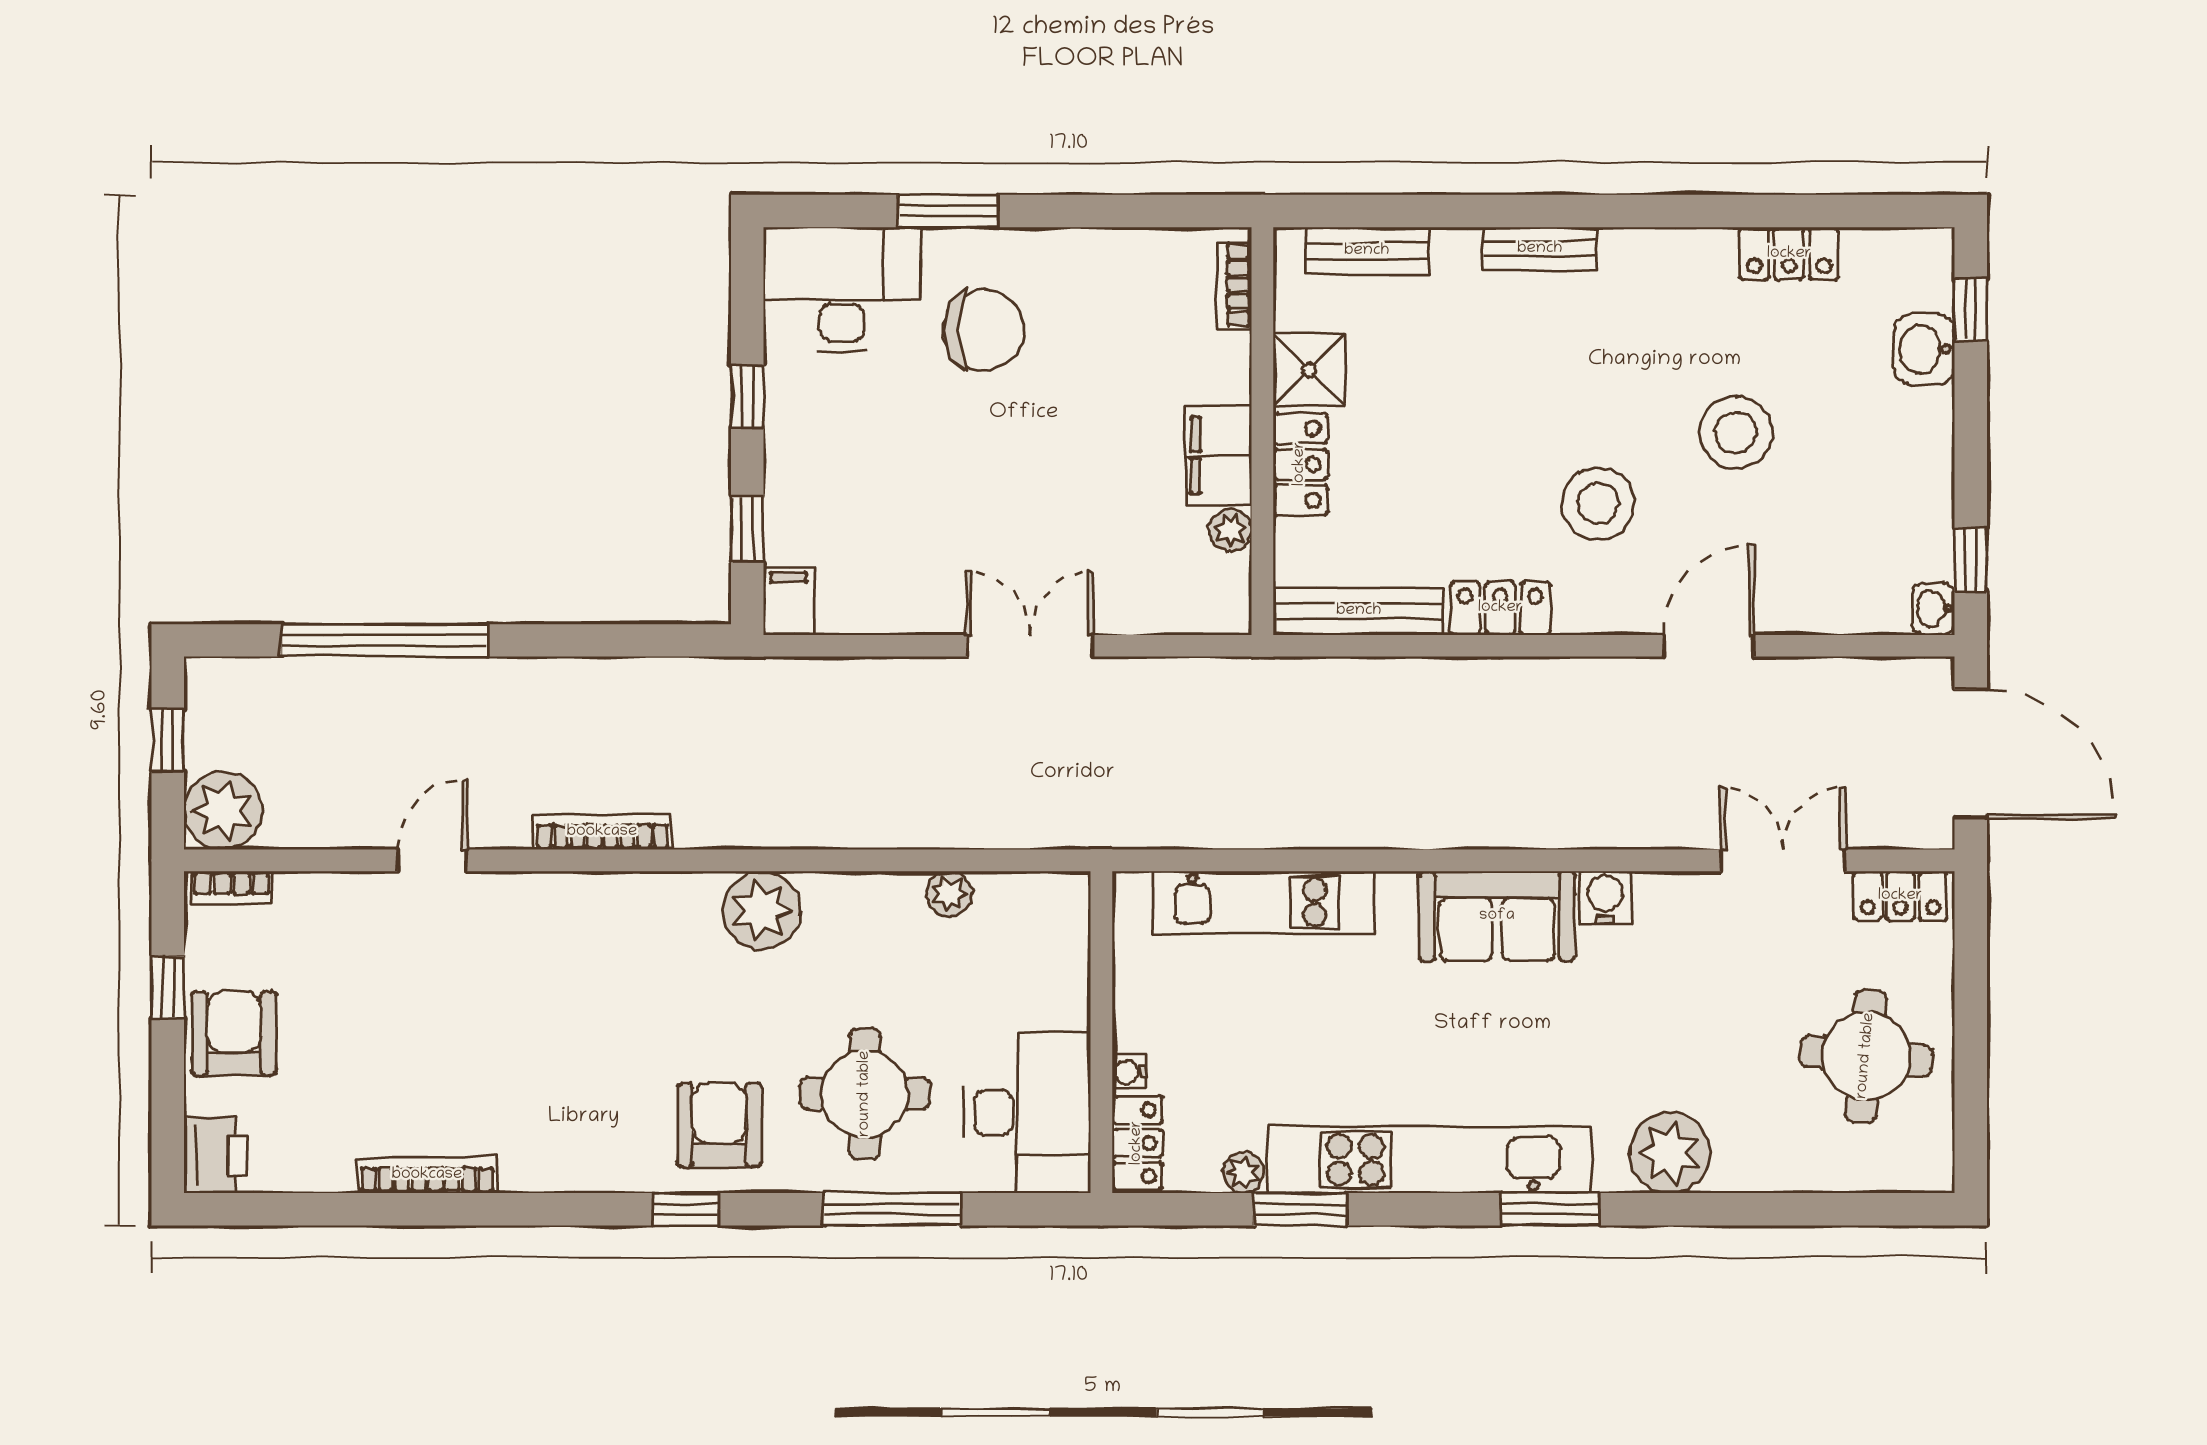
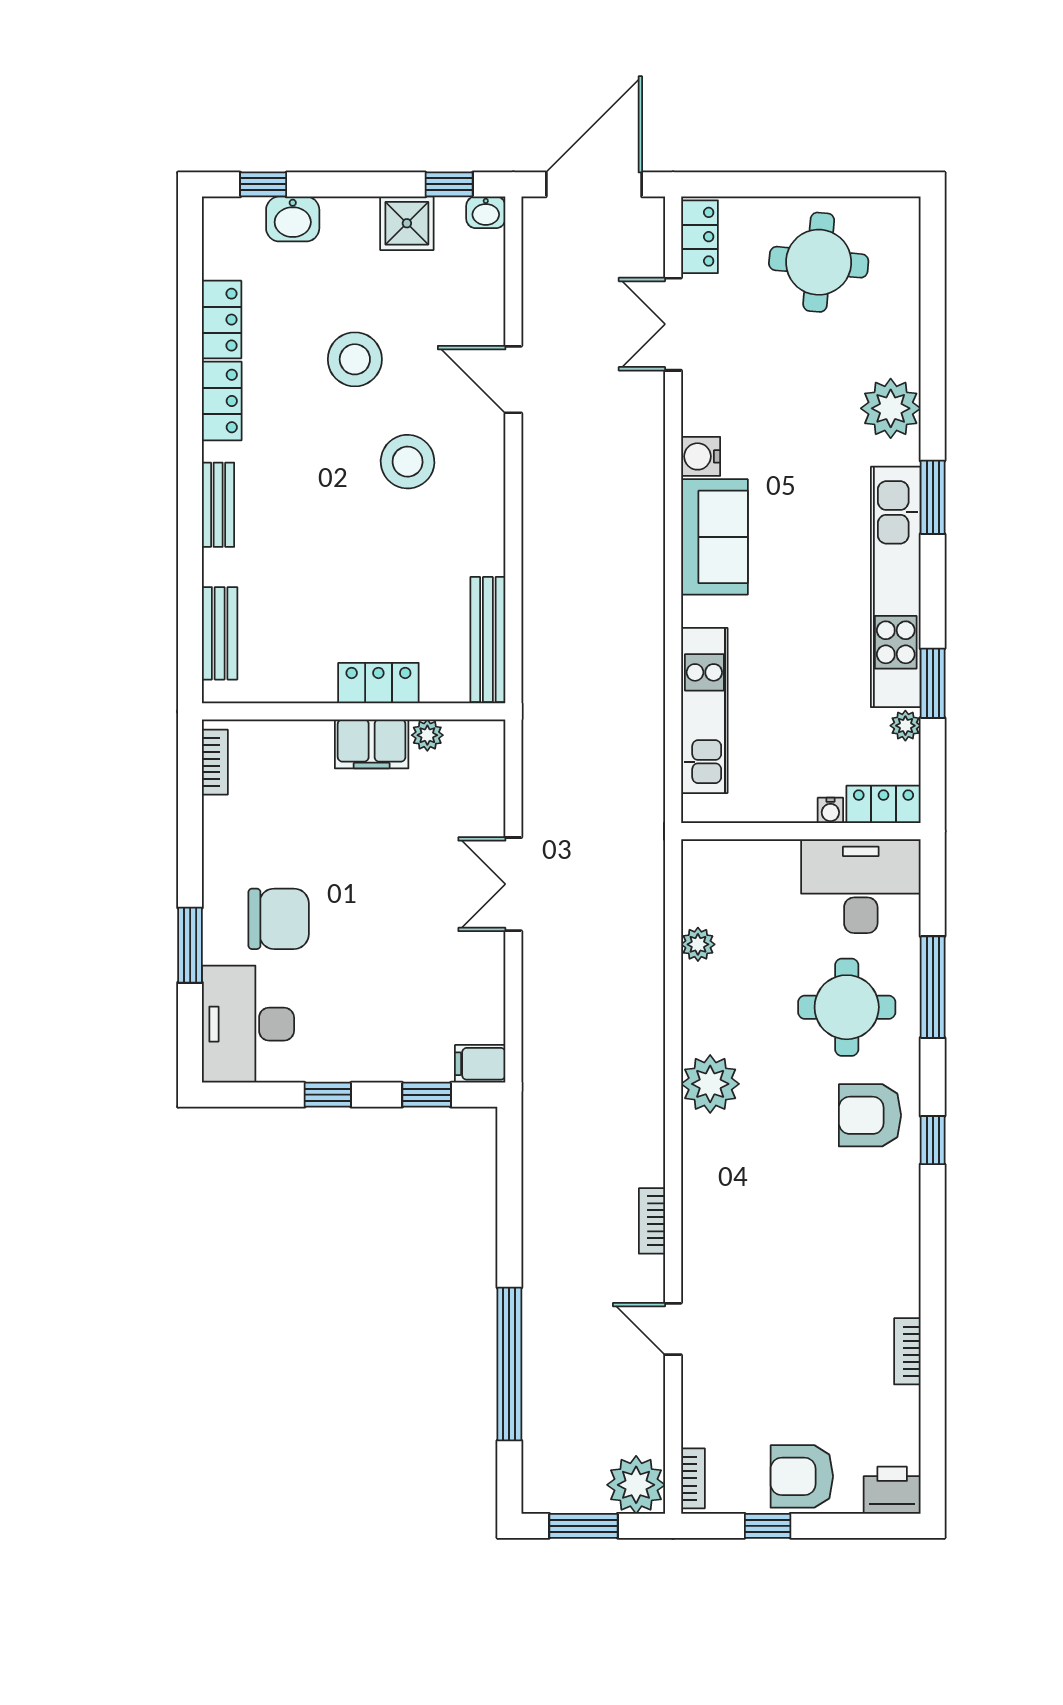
bookcase: (1234, 285) -> (215, 762), moved, turned -90
chair: (984, 330) -> (279, 919), turned 90
shower: (1309, 370) -> (407, 223), moved
locker: (1500, 608) -> (222, 401), moved, turned 180
window: (168, 740) -> (583, 1526), width x1.50
bookcase: (602, 832) -> (652, 1221), width x0.64
bookcase: (427, 1175) -> (907, 1351), width x0.64

